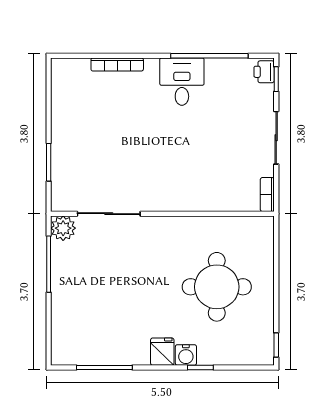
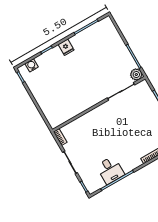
printer: (264, 72) -> (91, 187), removed
desk: (182, 82) -> (110, 170), moved
round table: (217, 287) -> (59, 87), removed
water cooler: (186, 355) -> (32, 65), moved

